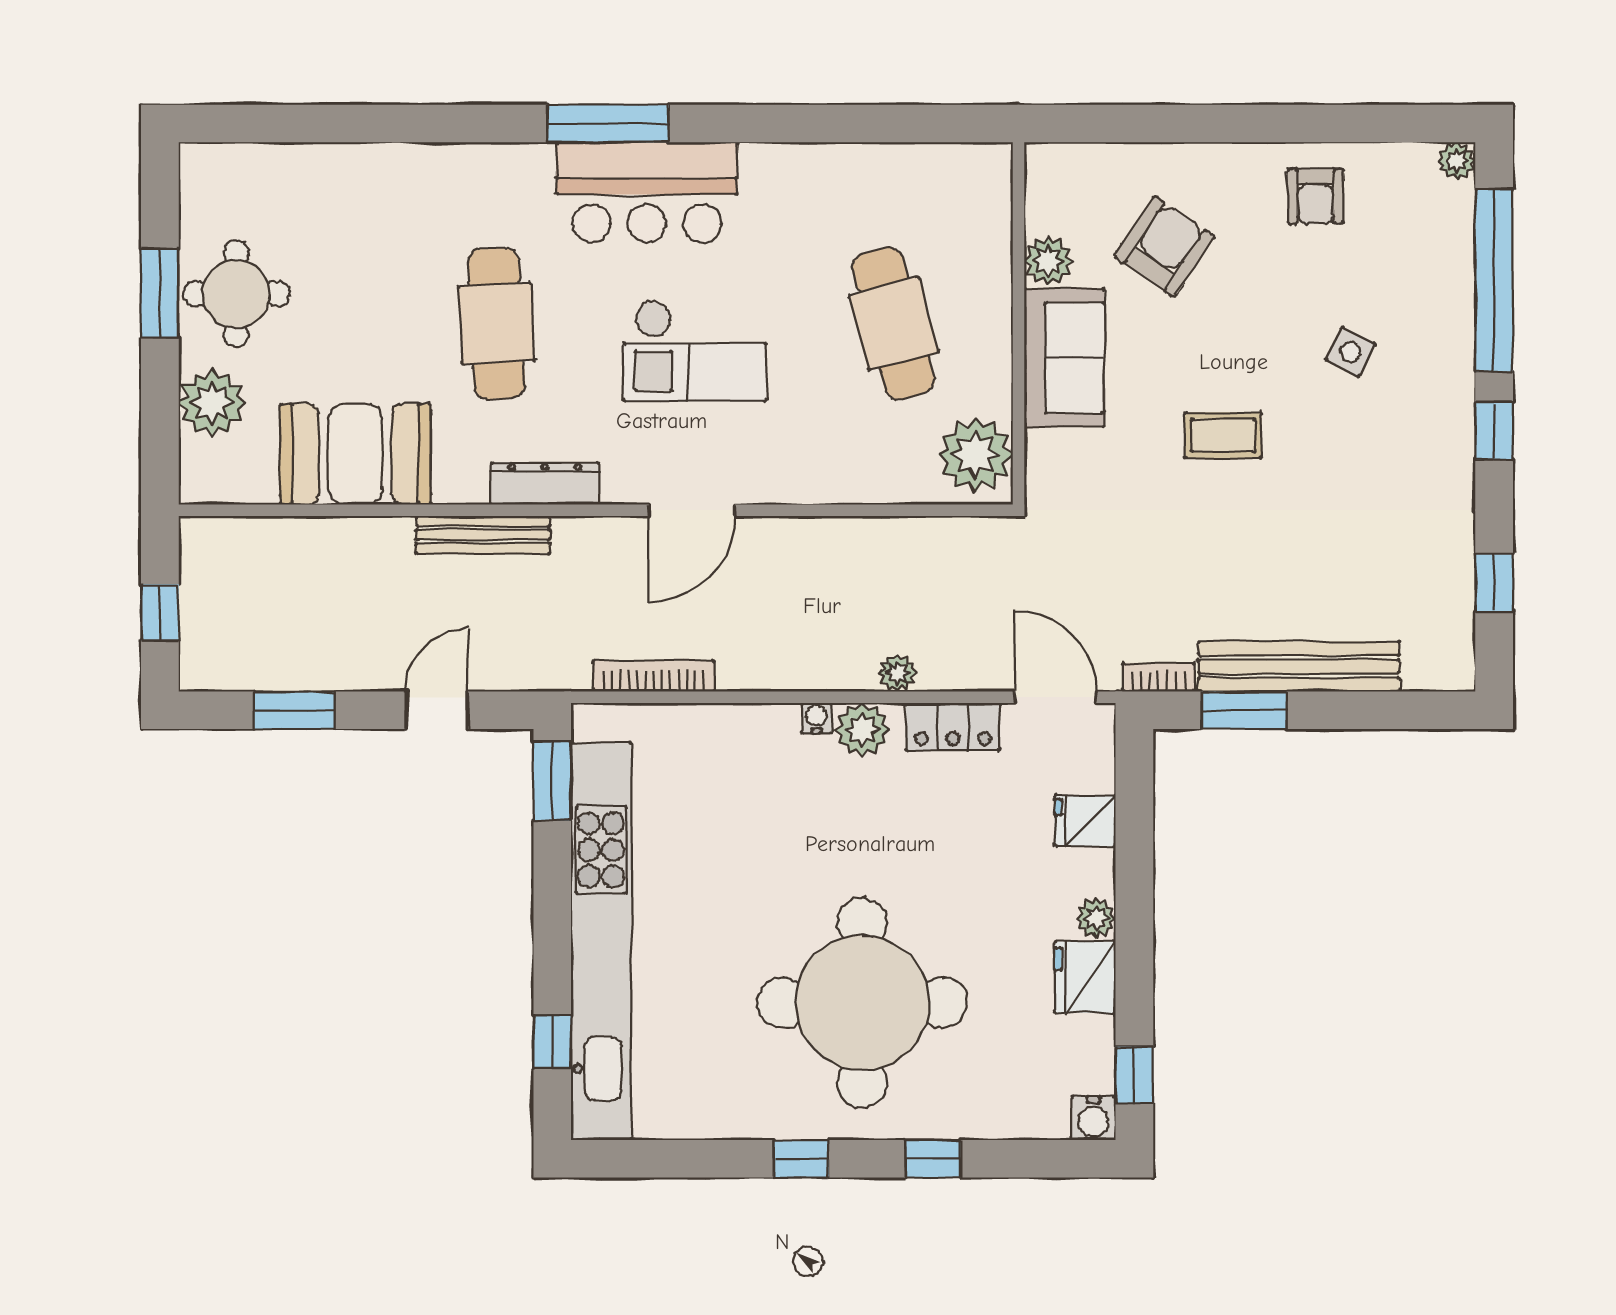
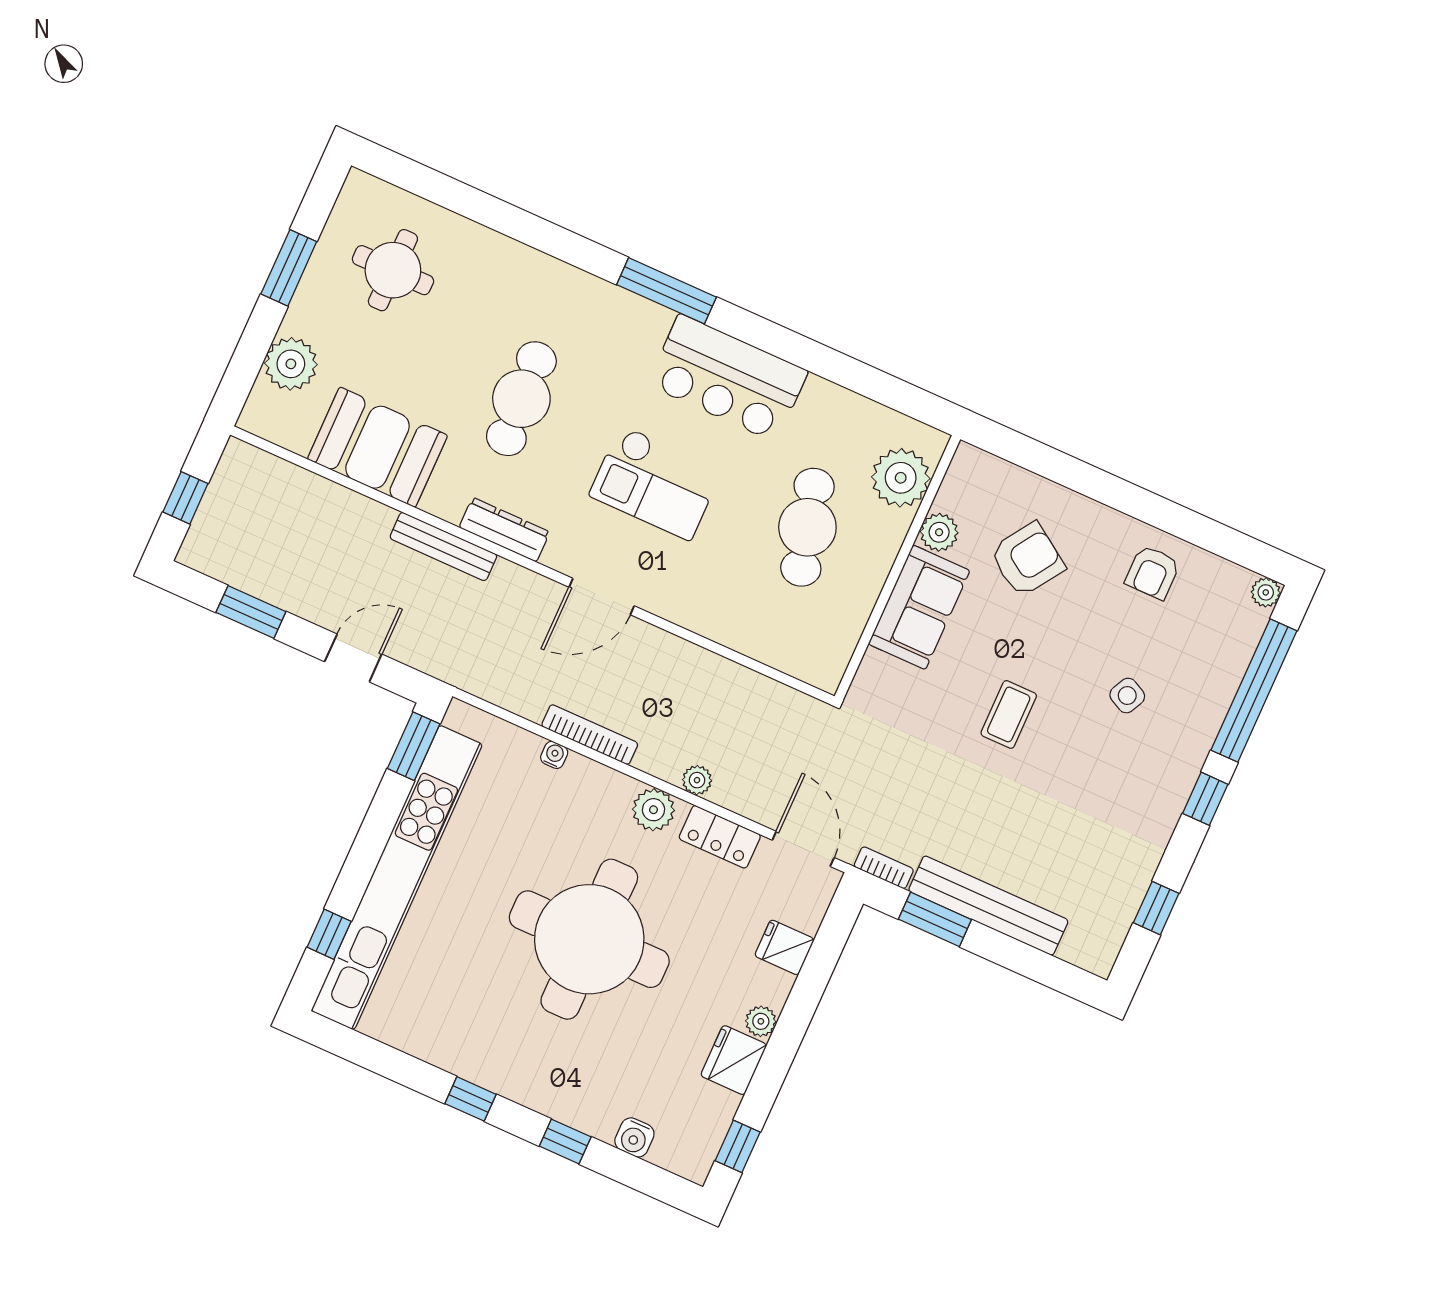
bar counter: (647, 192) -> (728, 378), moved
round table: (236, 294) -> (393, 270), moved
coffee table: (1223, 435) -> (1009, 714), turned 90
plant: (976, 455) -> (901, 478), moved
bookcase: (654, 676) -> (590, 735), moved
water cooler: (817, 718) -> (554, 755), moved
round table: (862, 1003) -> (589, 939), moved
water cooler: (1093, 1118) -> (634, 1137), moved

